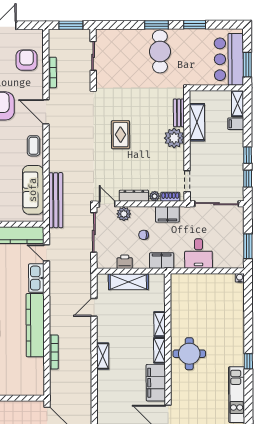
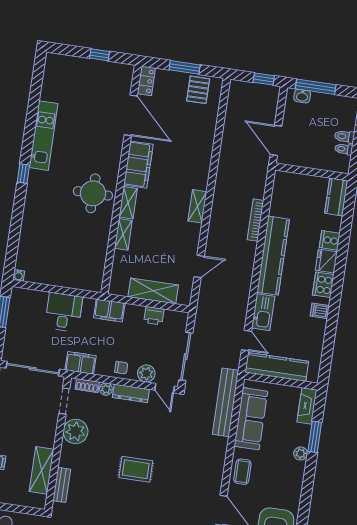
rug: (121, 135) -> (136, 469), turned 90
plant: (174, 138) -> (75, 431), moved
filing cabinet: (167, 214) -> (81, 363), moved
chair: (144, 235) -> (121, 368), moved

